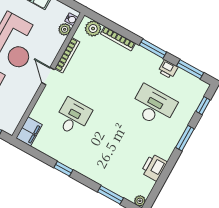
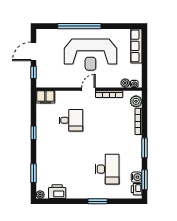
printer: (168, 69) -> (137, 189), moved
water cooler: (182, 77) -> (137, 177), added
window: (203, 106) -> (125, 201), removed
printer: (154, 167) -> (57, 192), moved

